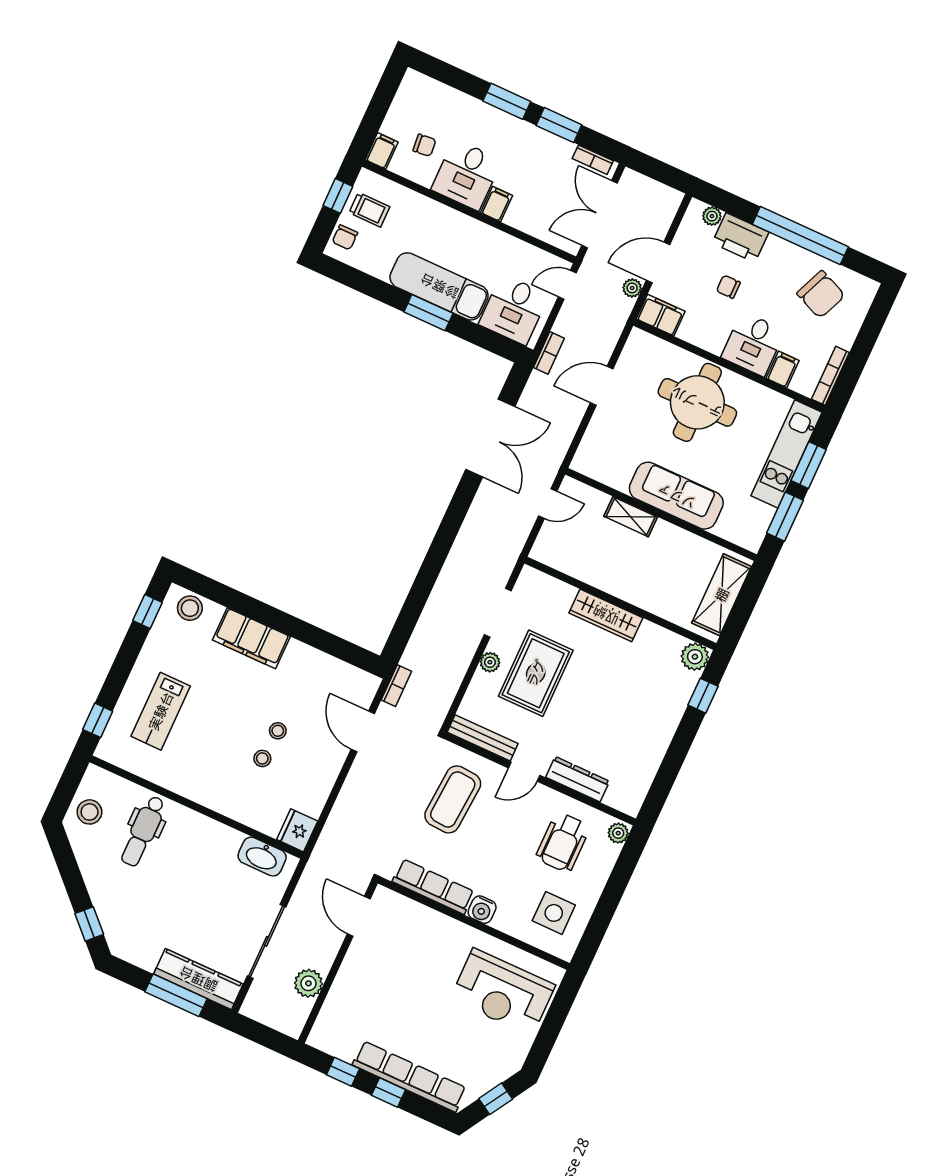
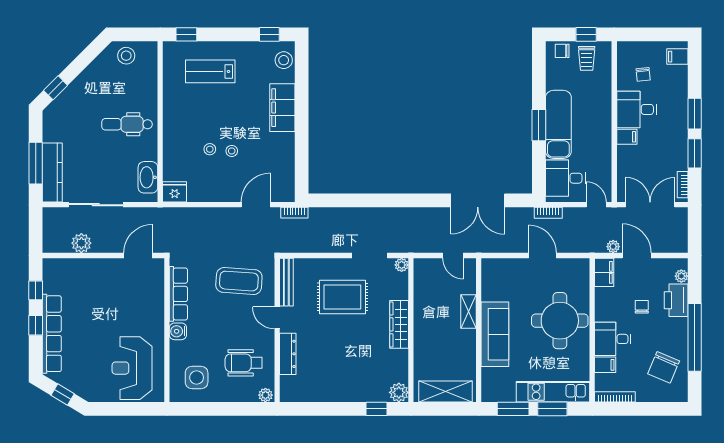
filing cabinet: (382, 151) -> (677, 57), moved, turned 180
plant: (490, 662) -> (402, 265), moved
dental chair: (143, 831) -> (127, 124), moved

